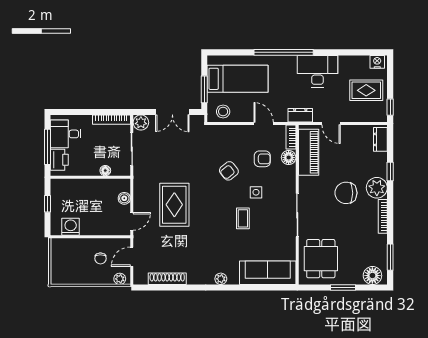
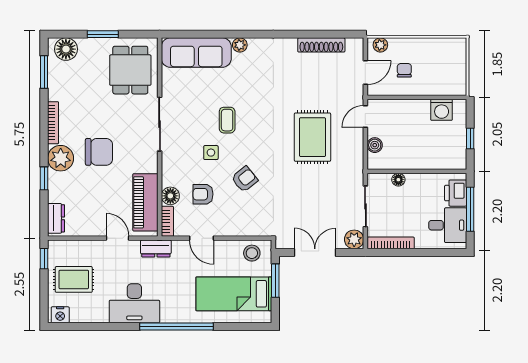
plant: (221, 279) -> (240, 45), moved

